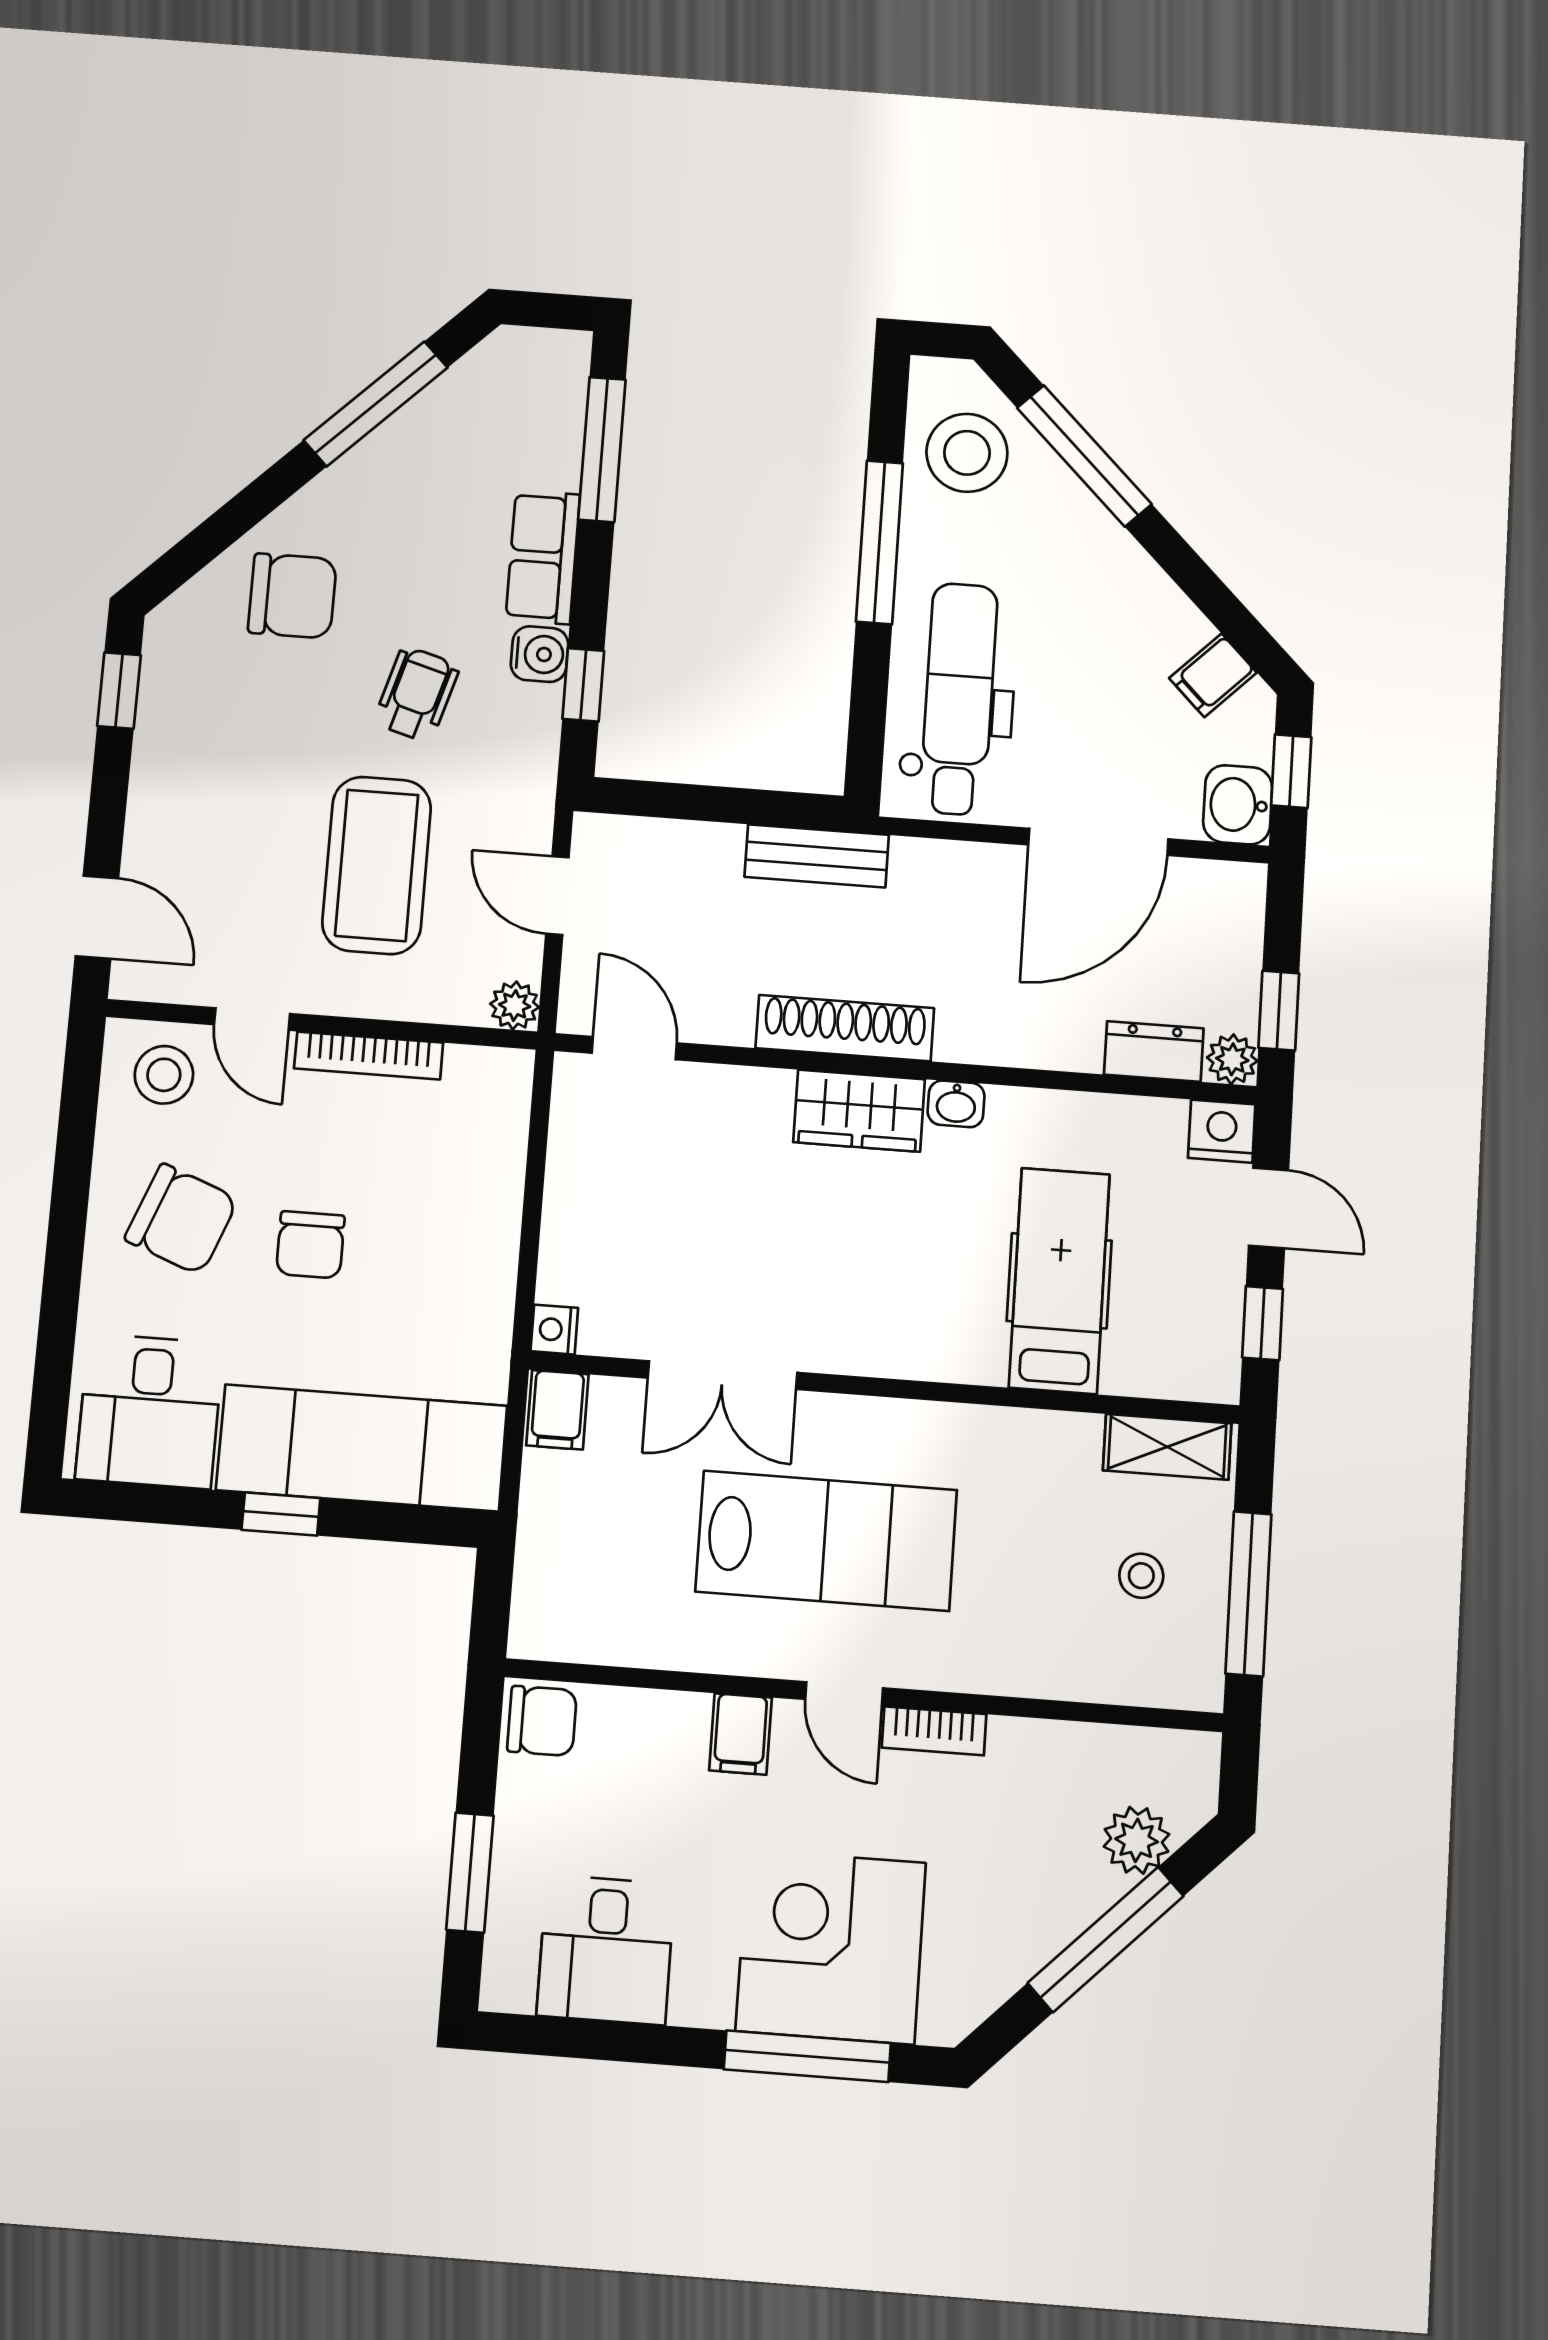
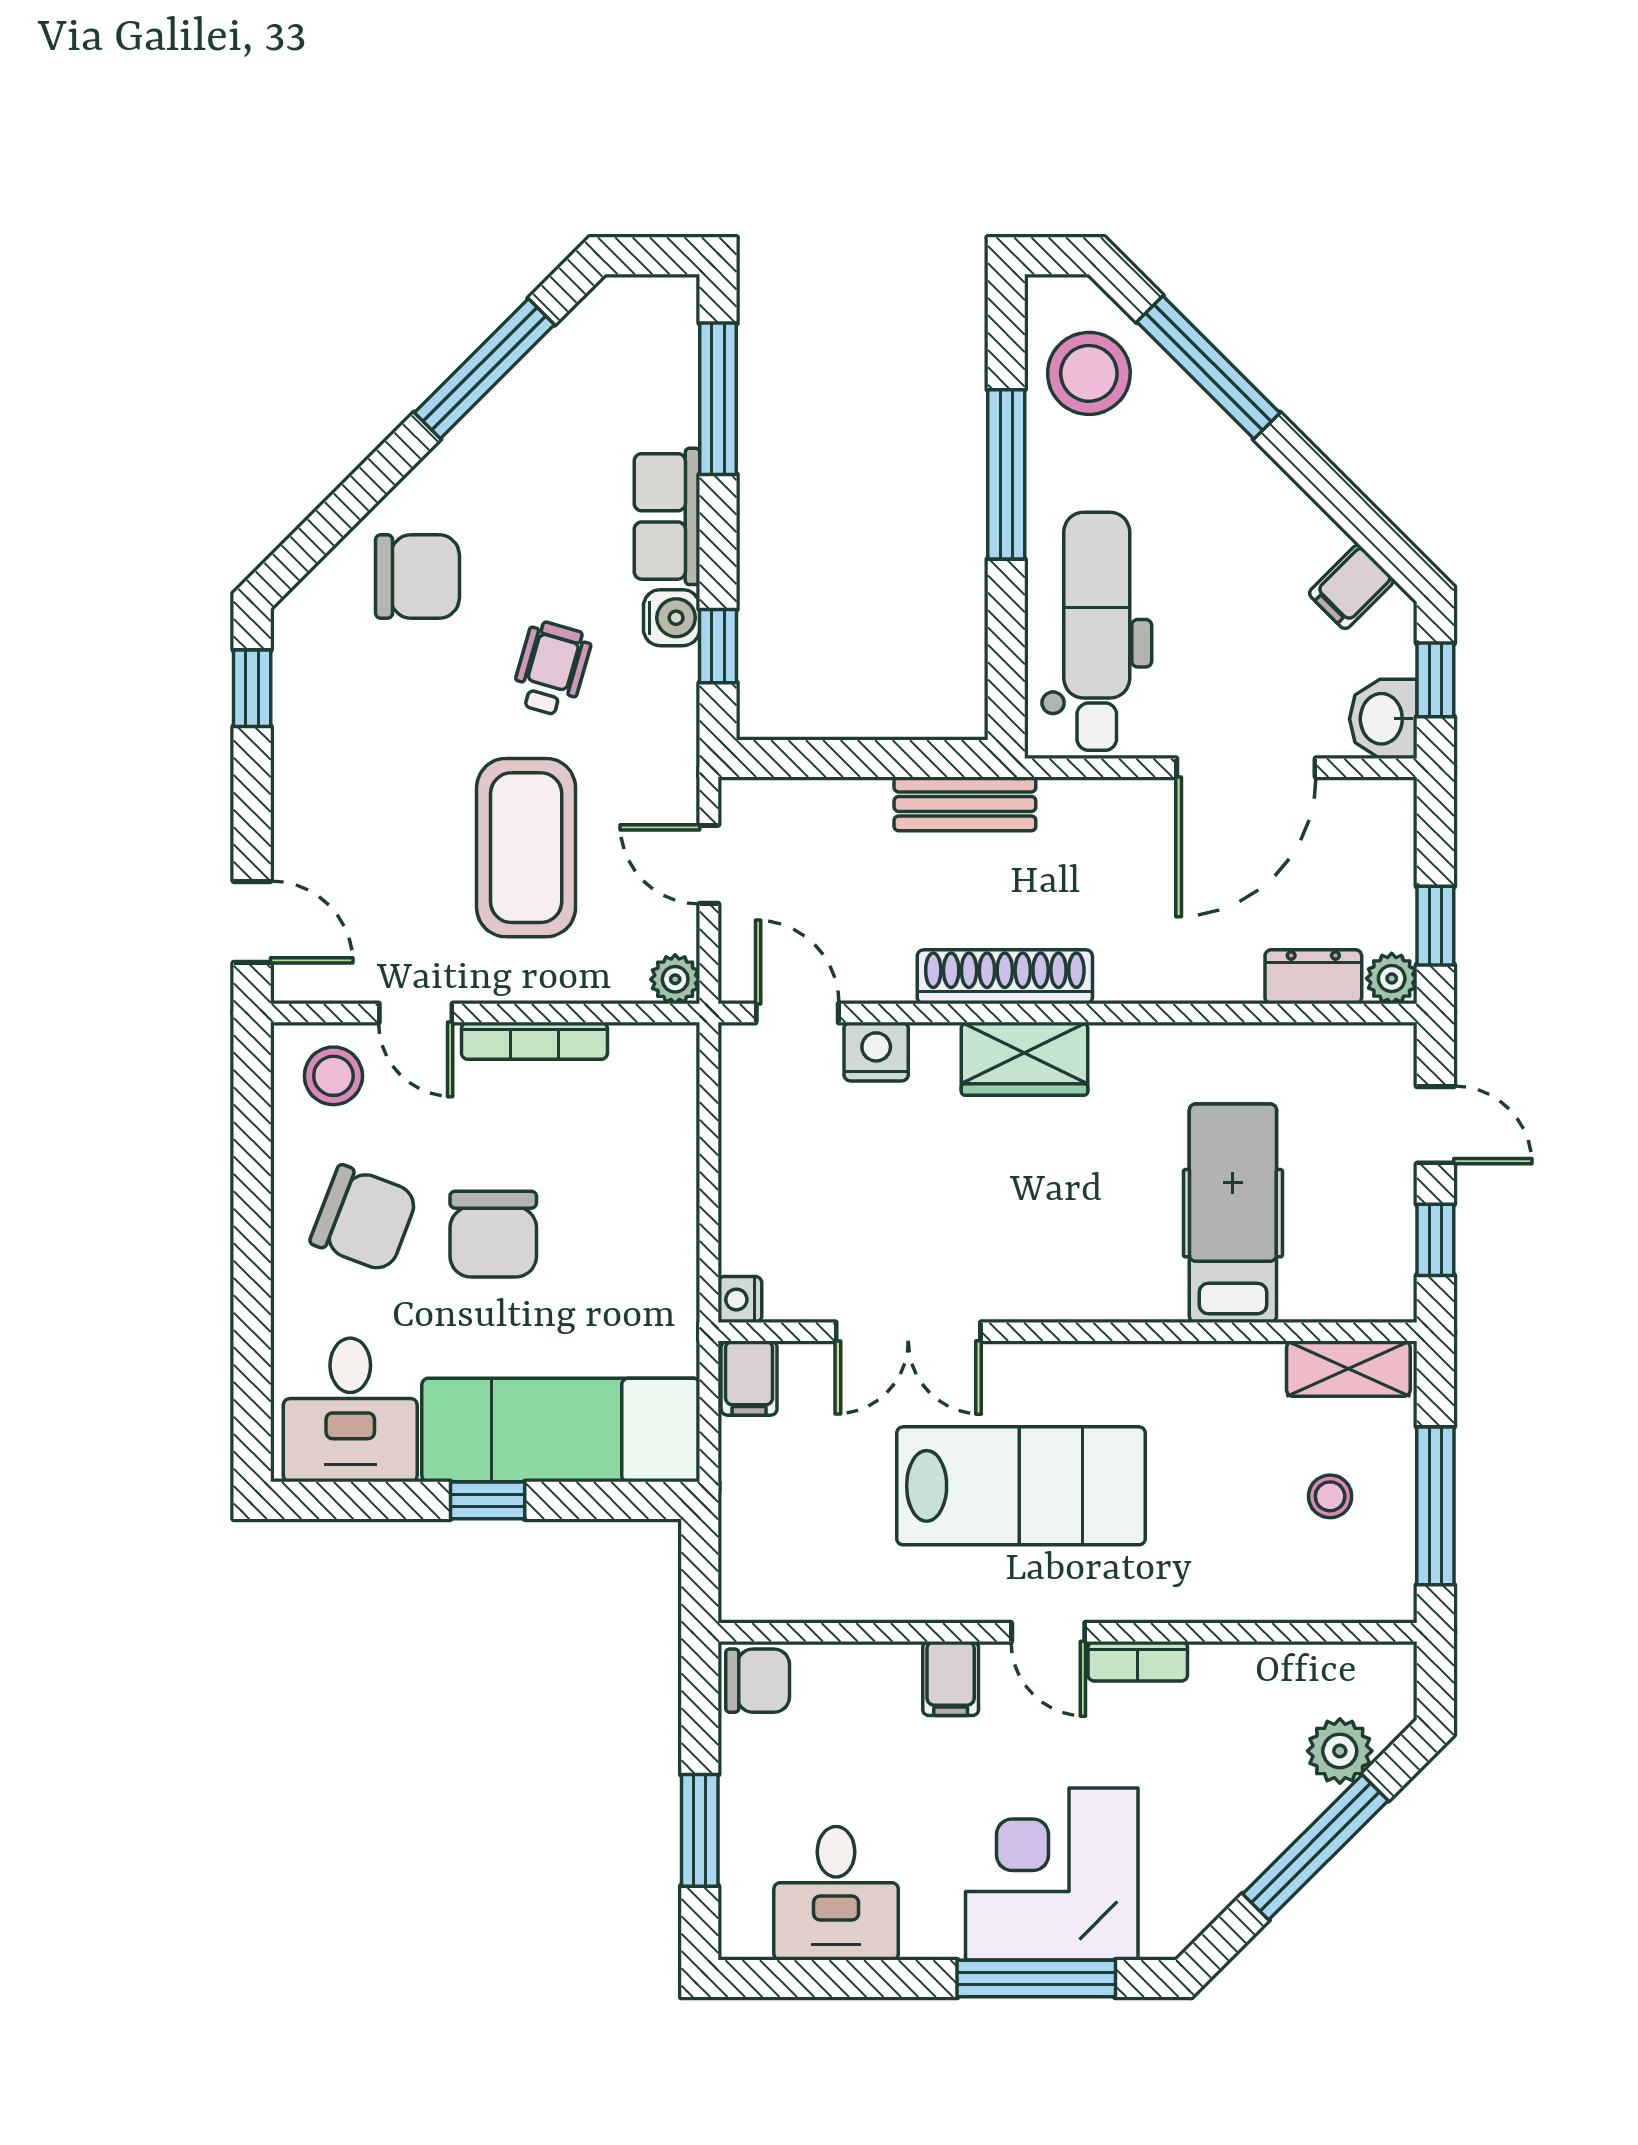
washbasin: (956, 1104) -> (1120, 1045), removed
nightstand: (1222, 1131) -> (876, 1052), moved
chair: (310, 1245) -> (493, 1234), width x1.37, depth x1.37

